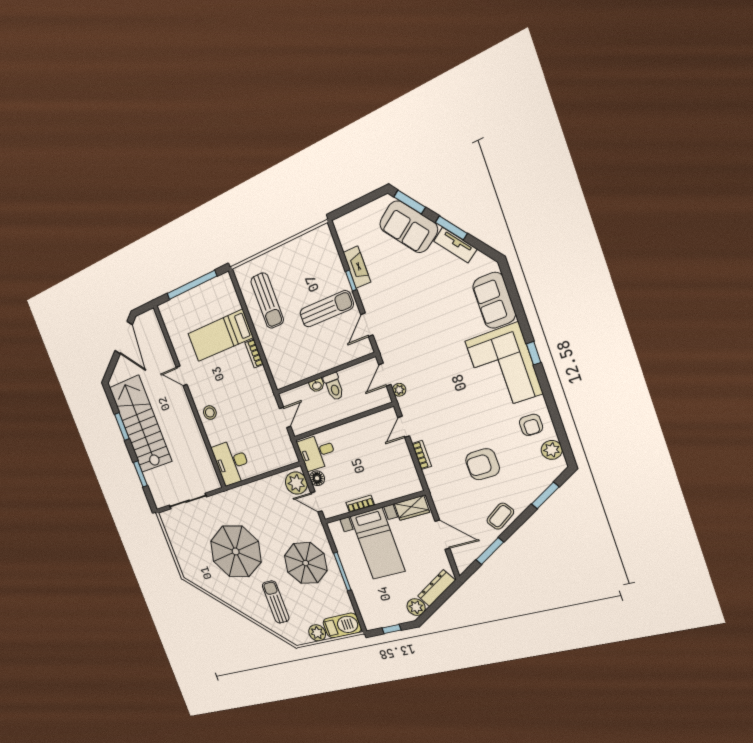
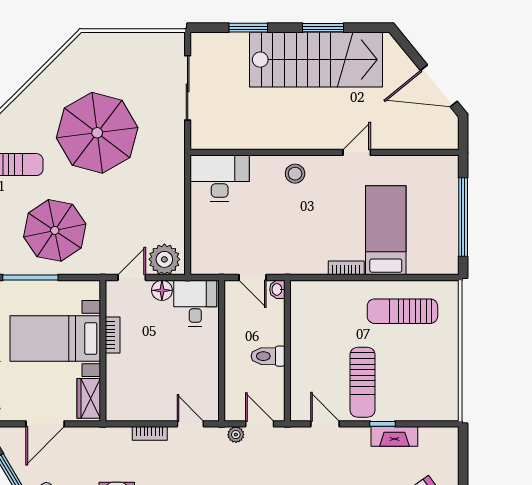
washbasin: (317, 385) -> (277, 289), moved

